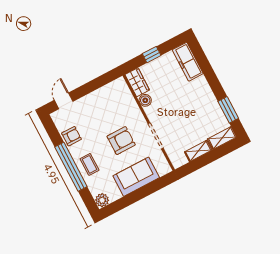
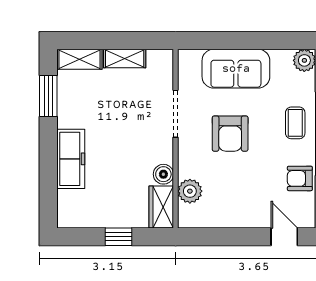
freezer: (188, 62) -> (71, 159), moved
plant: (126, 99) -> (190, 191), added
door: (64, 101) -> (284, 237), swing flipped
armchair: (121, 141) -> (230, 134), turned -90

